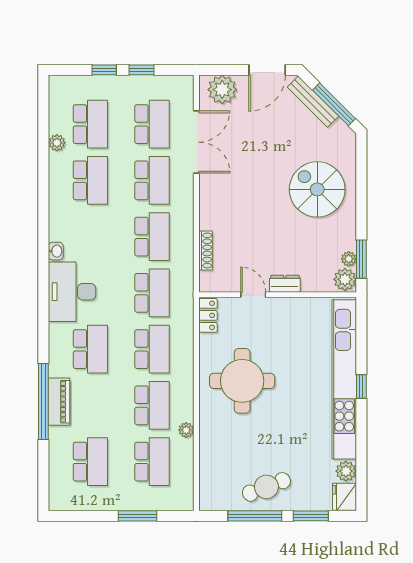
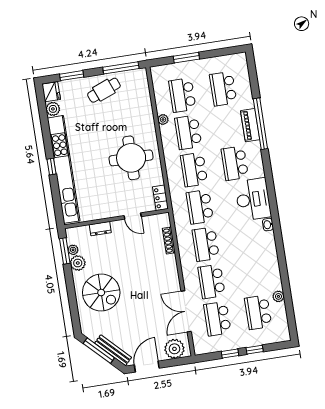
school desk: (90, 180) -> (252, 275), removed
plant: (345, 279) -> (78, 263), moved
dresser: (285, 284) -> (100, 229), moved
window: (255, 516) -> (121, 68), moved

